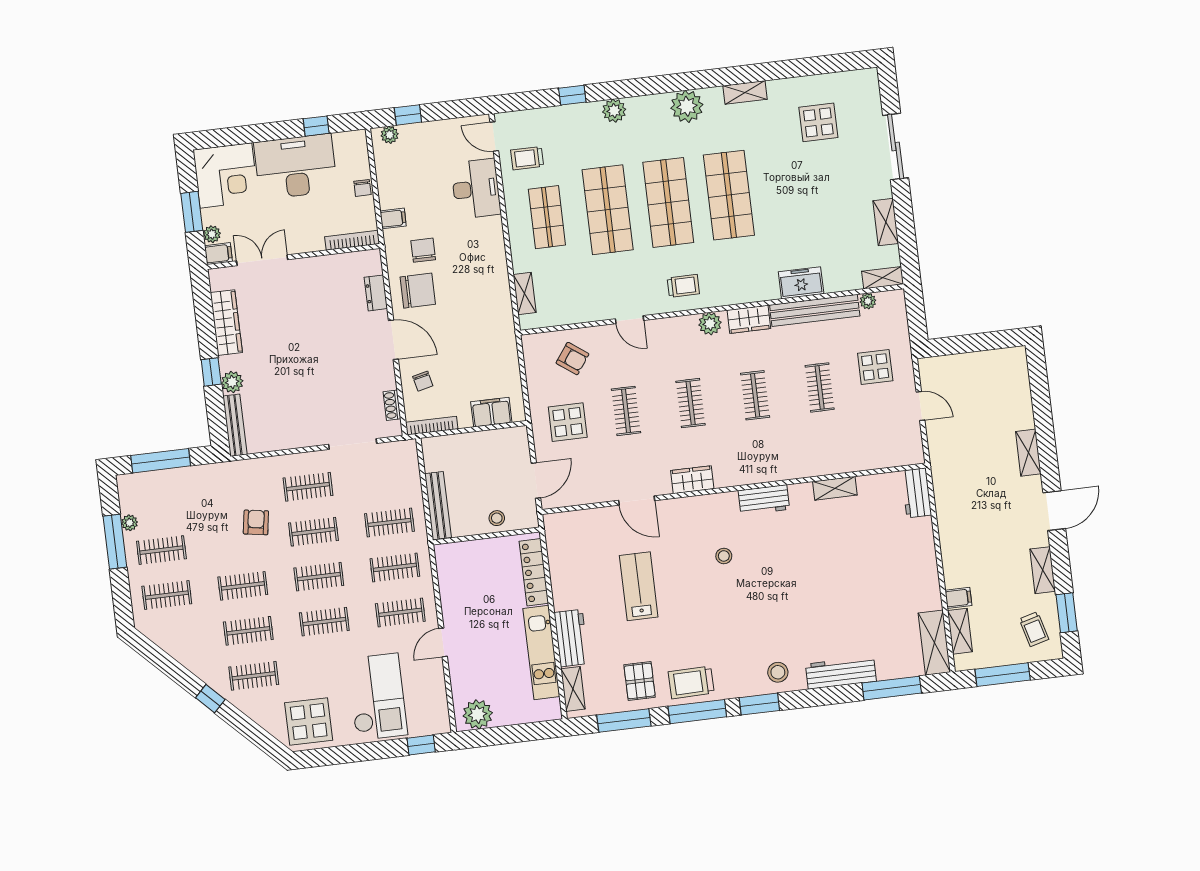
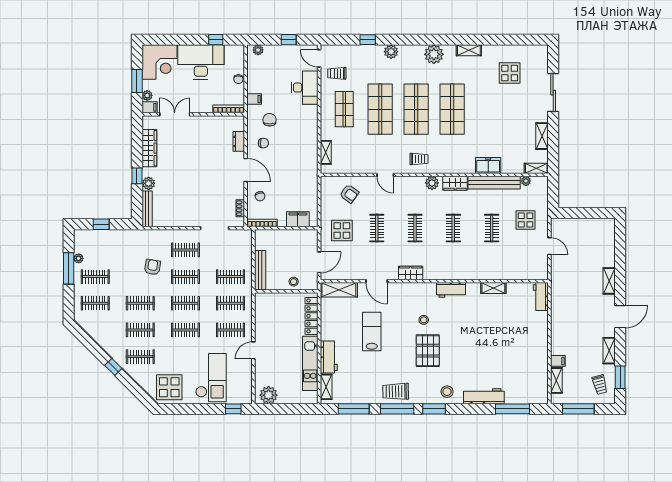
window: (408, 115) -> (289, 40), moved
chair: (418, 291) -> (263, 143), width x0.54, depth x0.54
window: (161, 461) -> (101, 224), width x0.46
shelving: (934, 643) -> (339, 290), moved, turned 90
pallet: (640, 681) -> (428, 351), moved, width x1.50, depth x1.42

